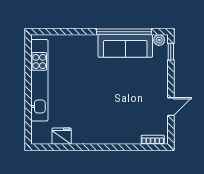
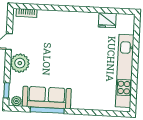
window: (124, 32) -> (47, 110), width x0.68
plant: (157, 83) -> (20, 63), added

